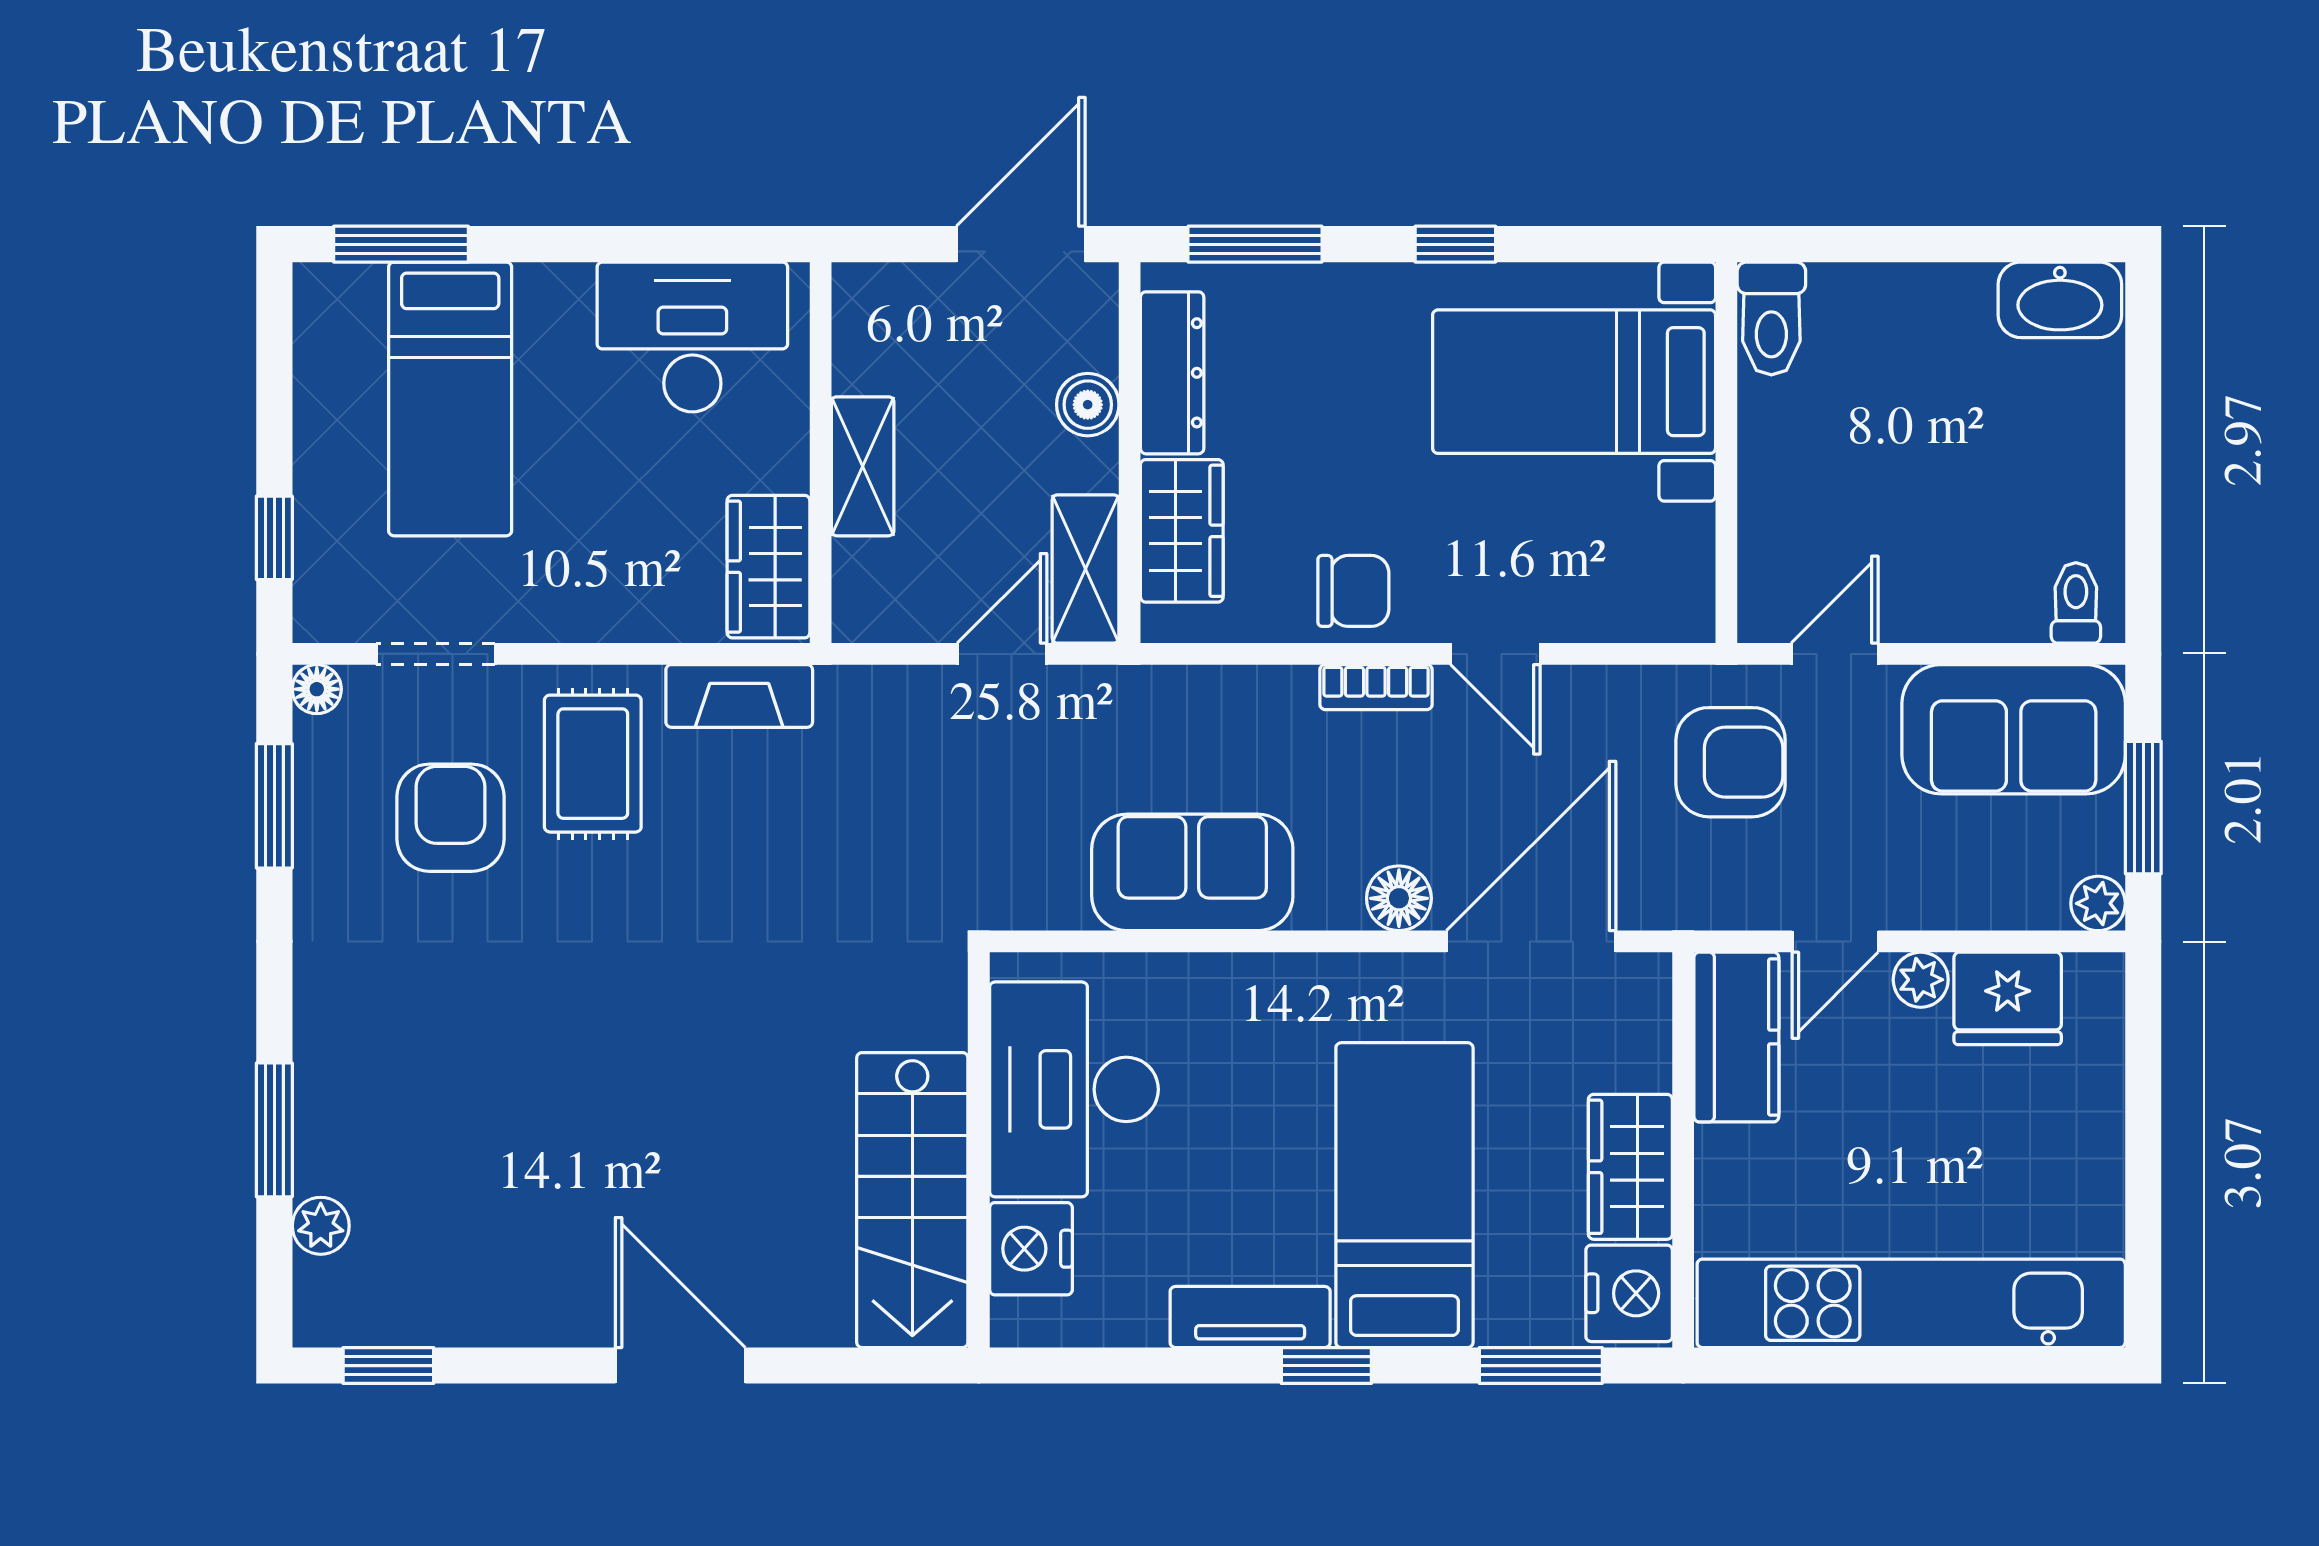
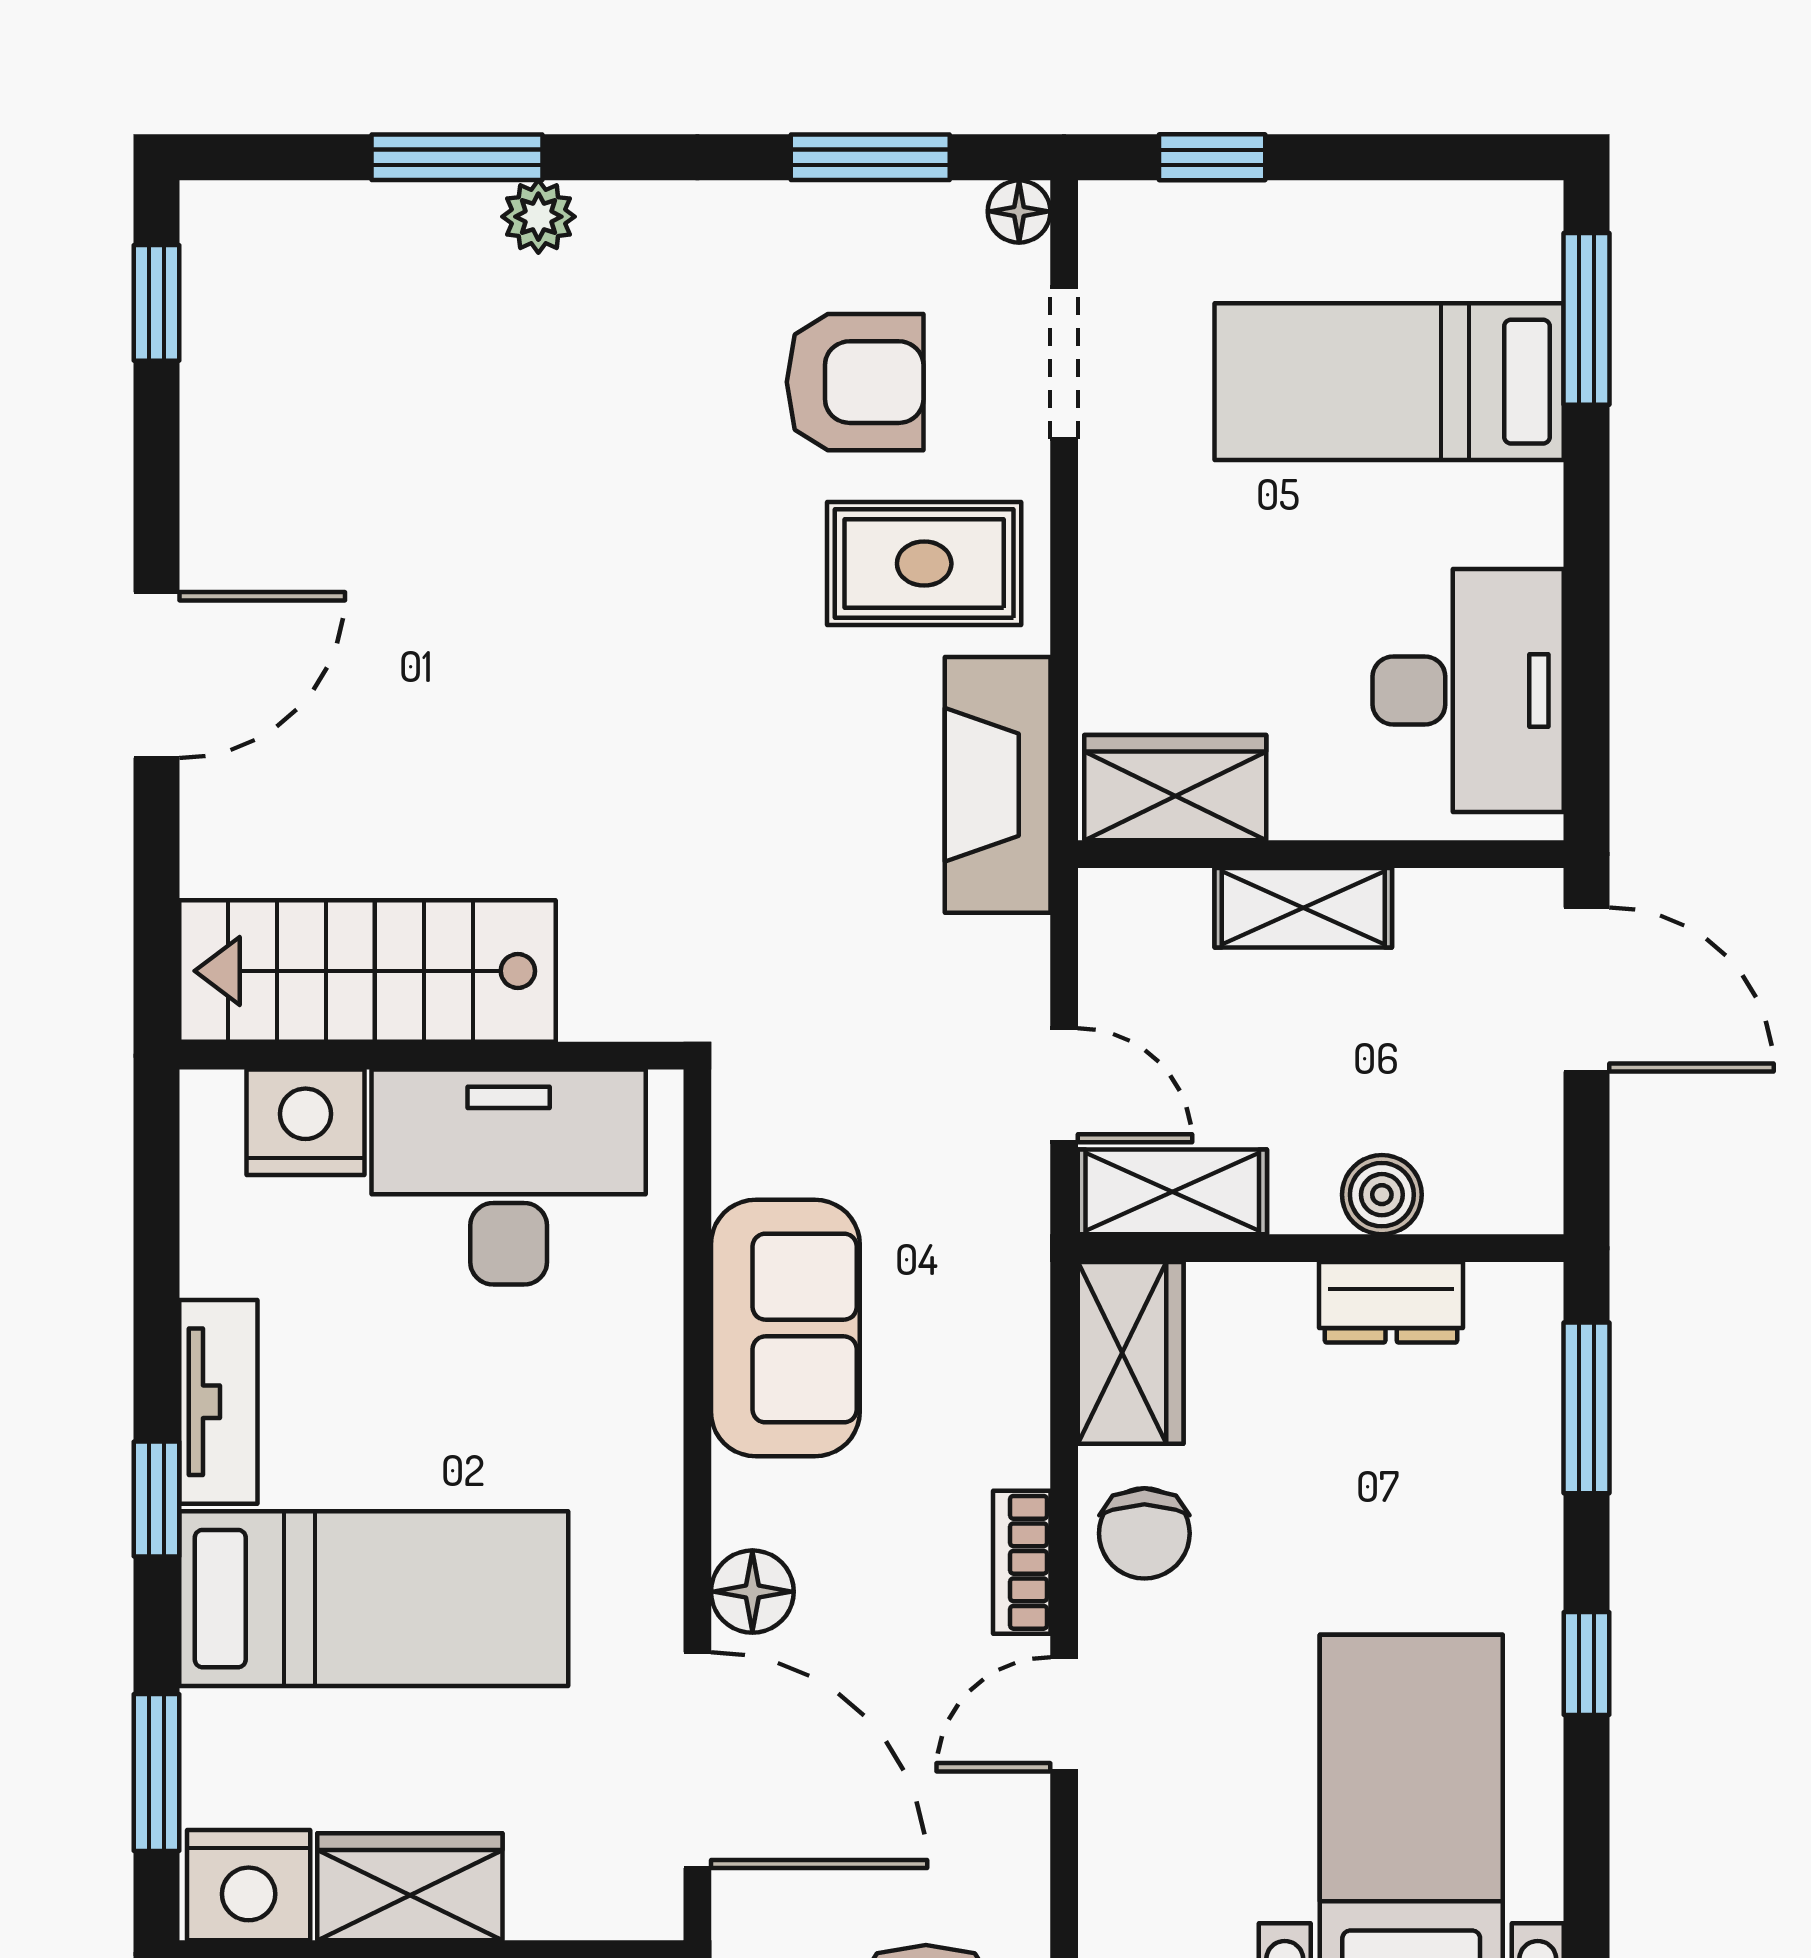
door: (1021, 244) -> (1587, 989), moved
dresser: (1172, 373) -> (1391, 1302), width x0.70
wardrobe: (1182, 531) -> (1131, 1353), moved, turned -90
fireplace: (739, 696) -> (998, 785), width x1.37, depth x1.32
plant: (321, 1226) -> (538, 217), moved

